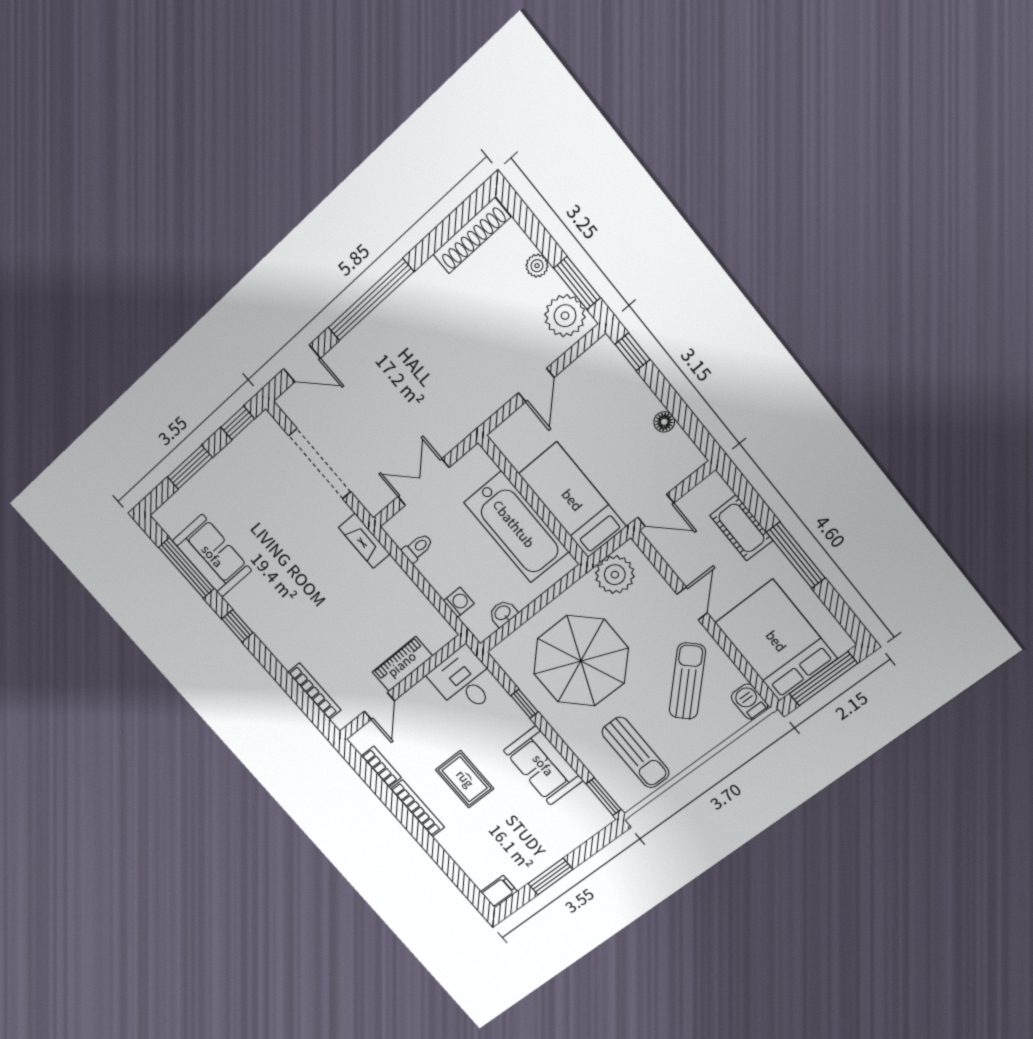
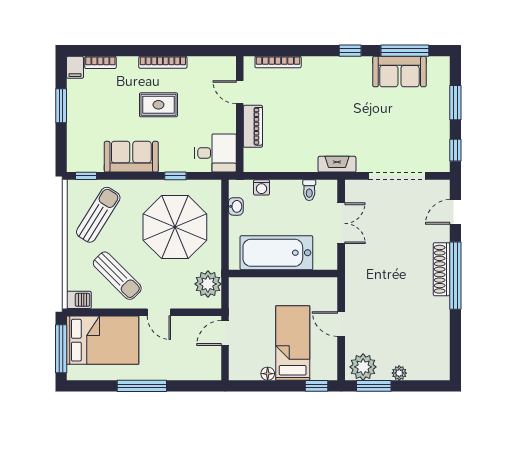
shoe rack: (472, 236) -> (442, 269), moved
bed: (572, 500) -> (293, 343), moved, turned -90
cot: (741, 528) -> (179, 369), removed
sun lounger: (636, 752) -> (98, 215), turned 122
bookcase: (381, 767) -> (100, 62), moved
window: (604, 797) -> (86, 176), width x0.67

